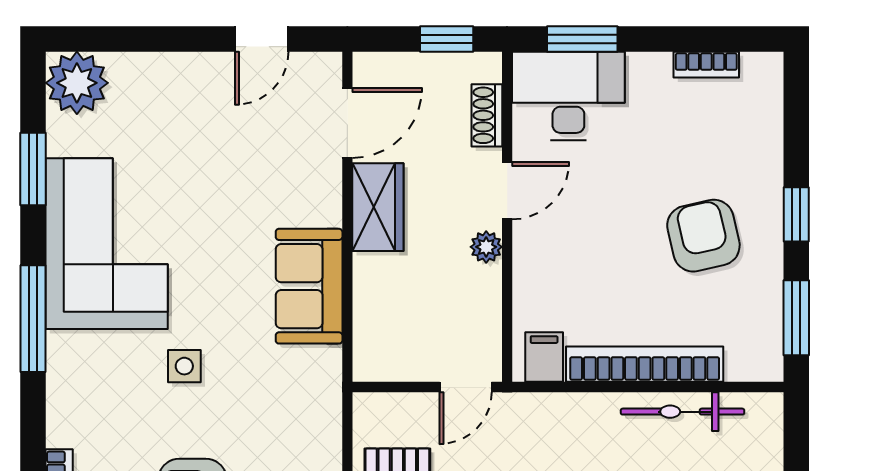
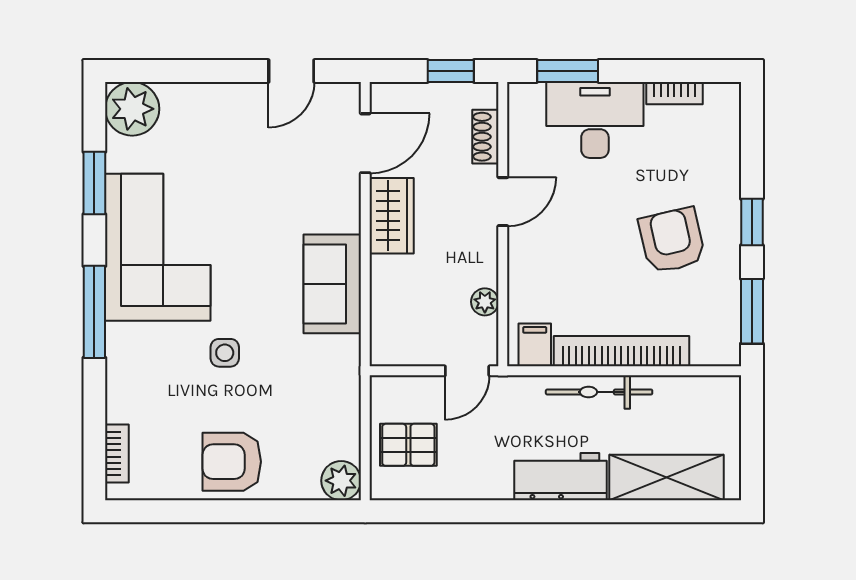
desk: (568, 96) -> (595, 120), moved
plant: (486, 247) -> (485, 302), moved
bicycle: (683, 412) -> (599, 392), moved

